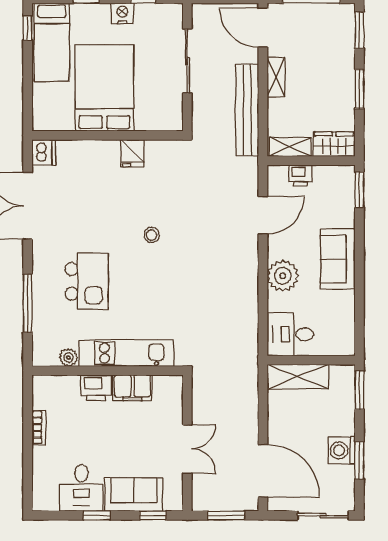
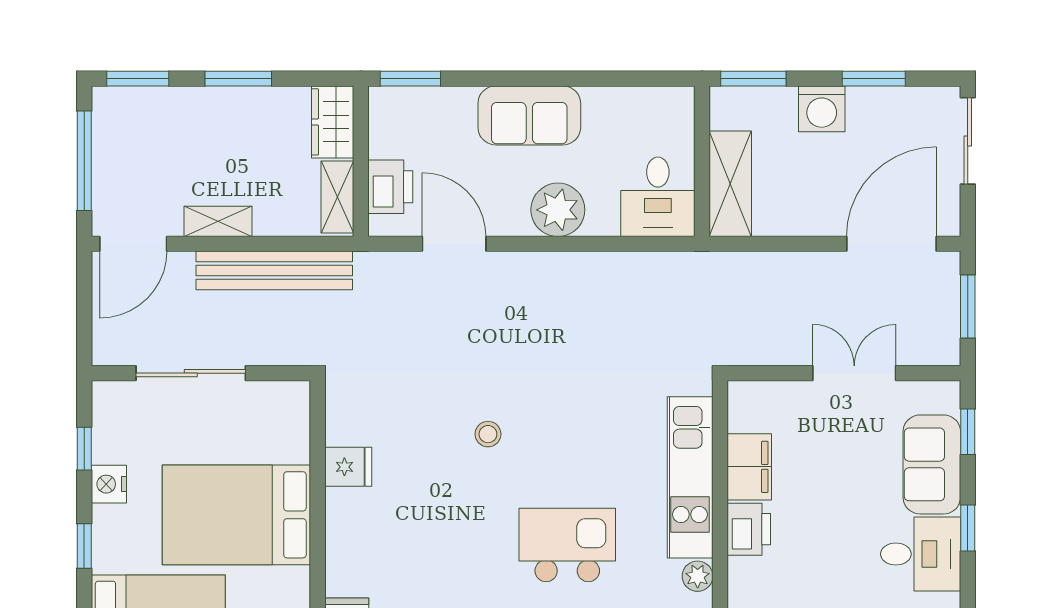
printer: (300, 175) -> (390, 187), width x1.36, depth x1.24
washing machine: (342, 450) -> (822, 109), moved

